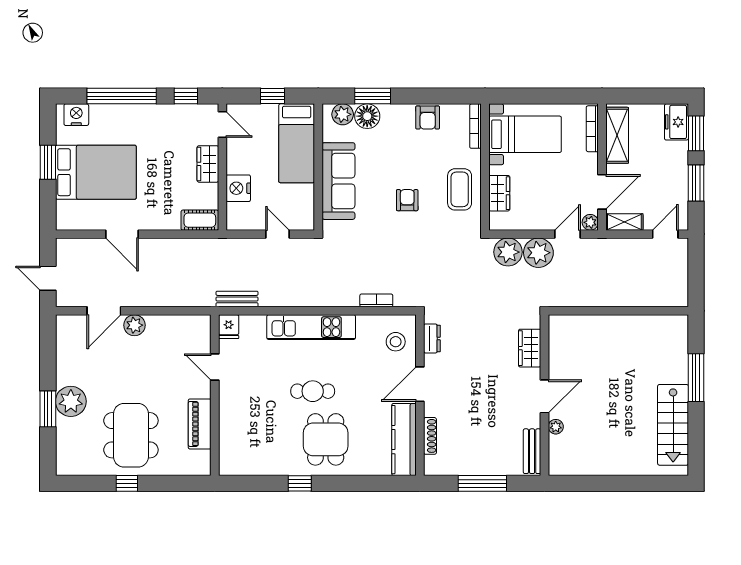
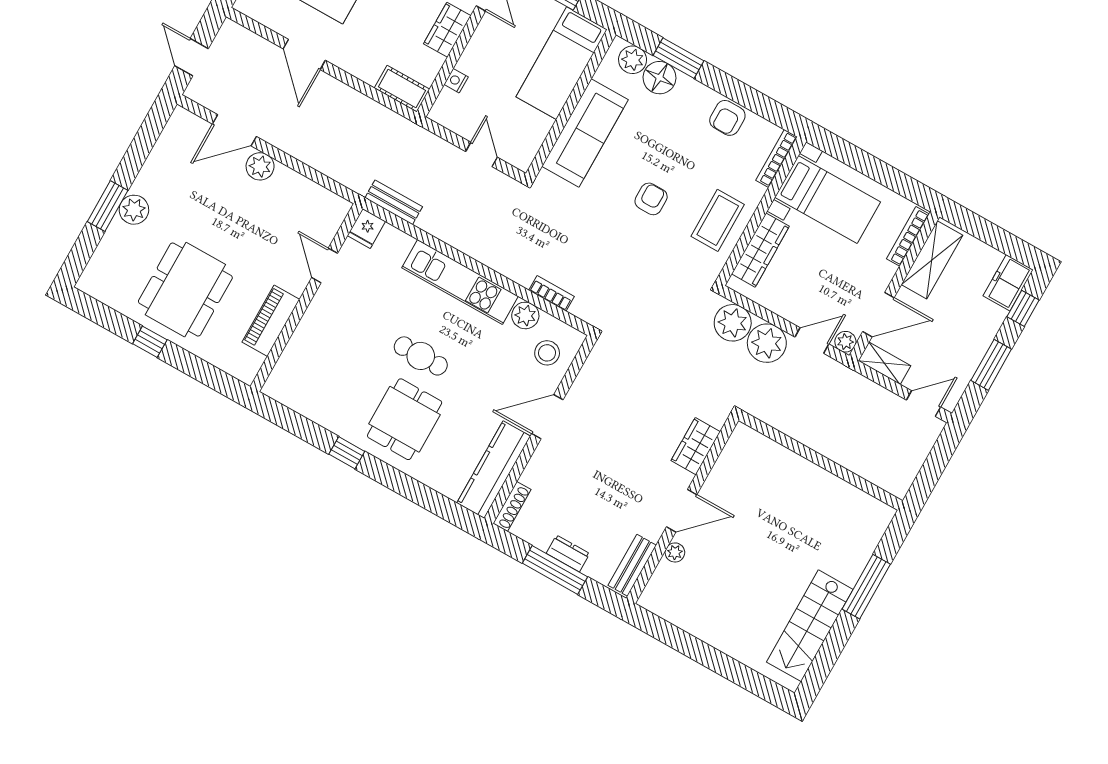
window: (696, 133) -> (1023, 308), width x0.67
nightstand: (238, 188) -> (456, 81), width x0.53, depth x0.56
wardrobe: (499, 193) -> (760, 250), width x1.50
plant: (367, 325) -> (525, 315), added
dresser: (432, 338) -> (568, 553), moved, turned -90
plant: (71, 401) -> (134, 210), width x0.73, depth x0.73
shoe rack: (430, 436) -> (512, 507), moved

